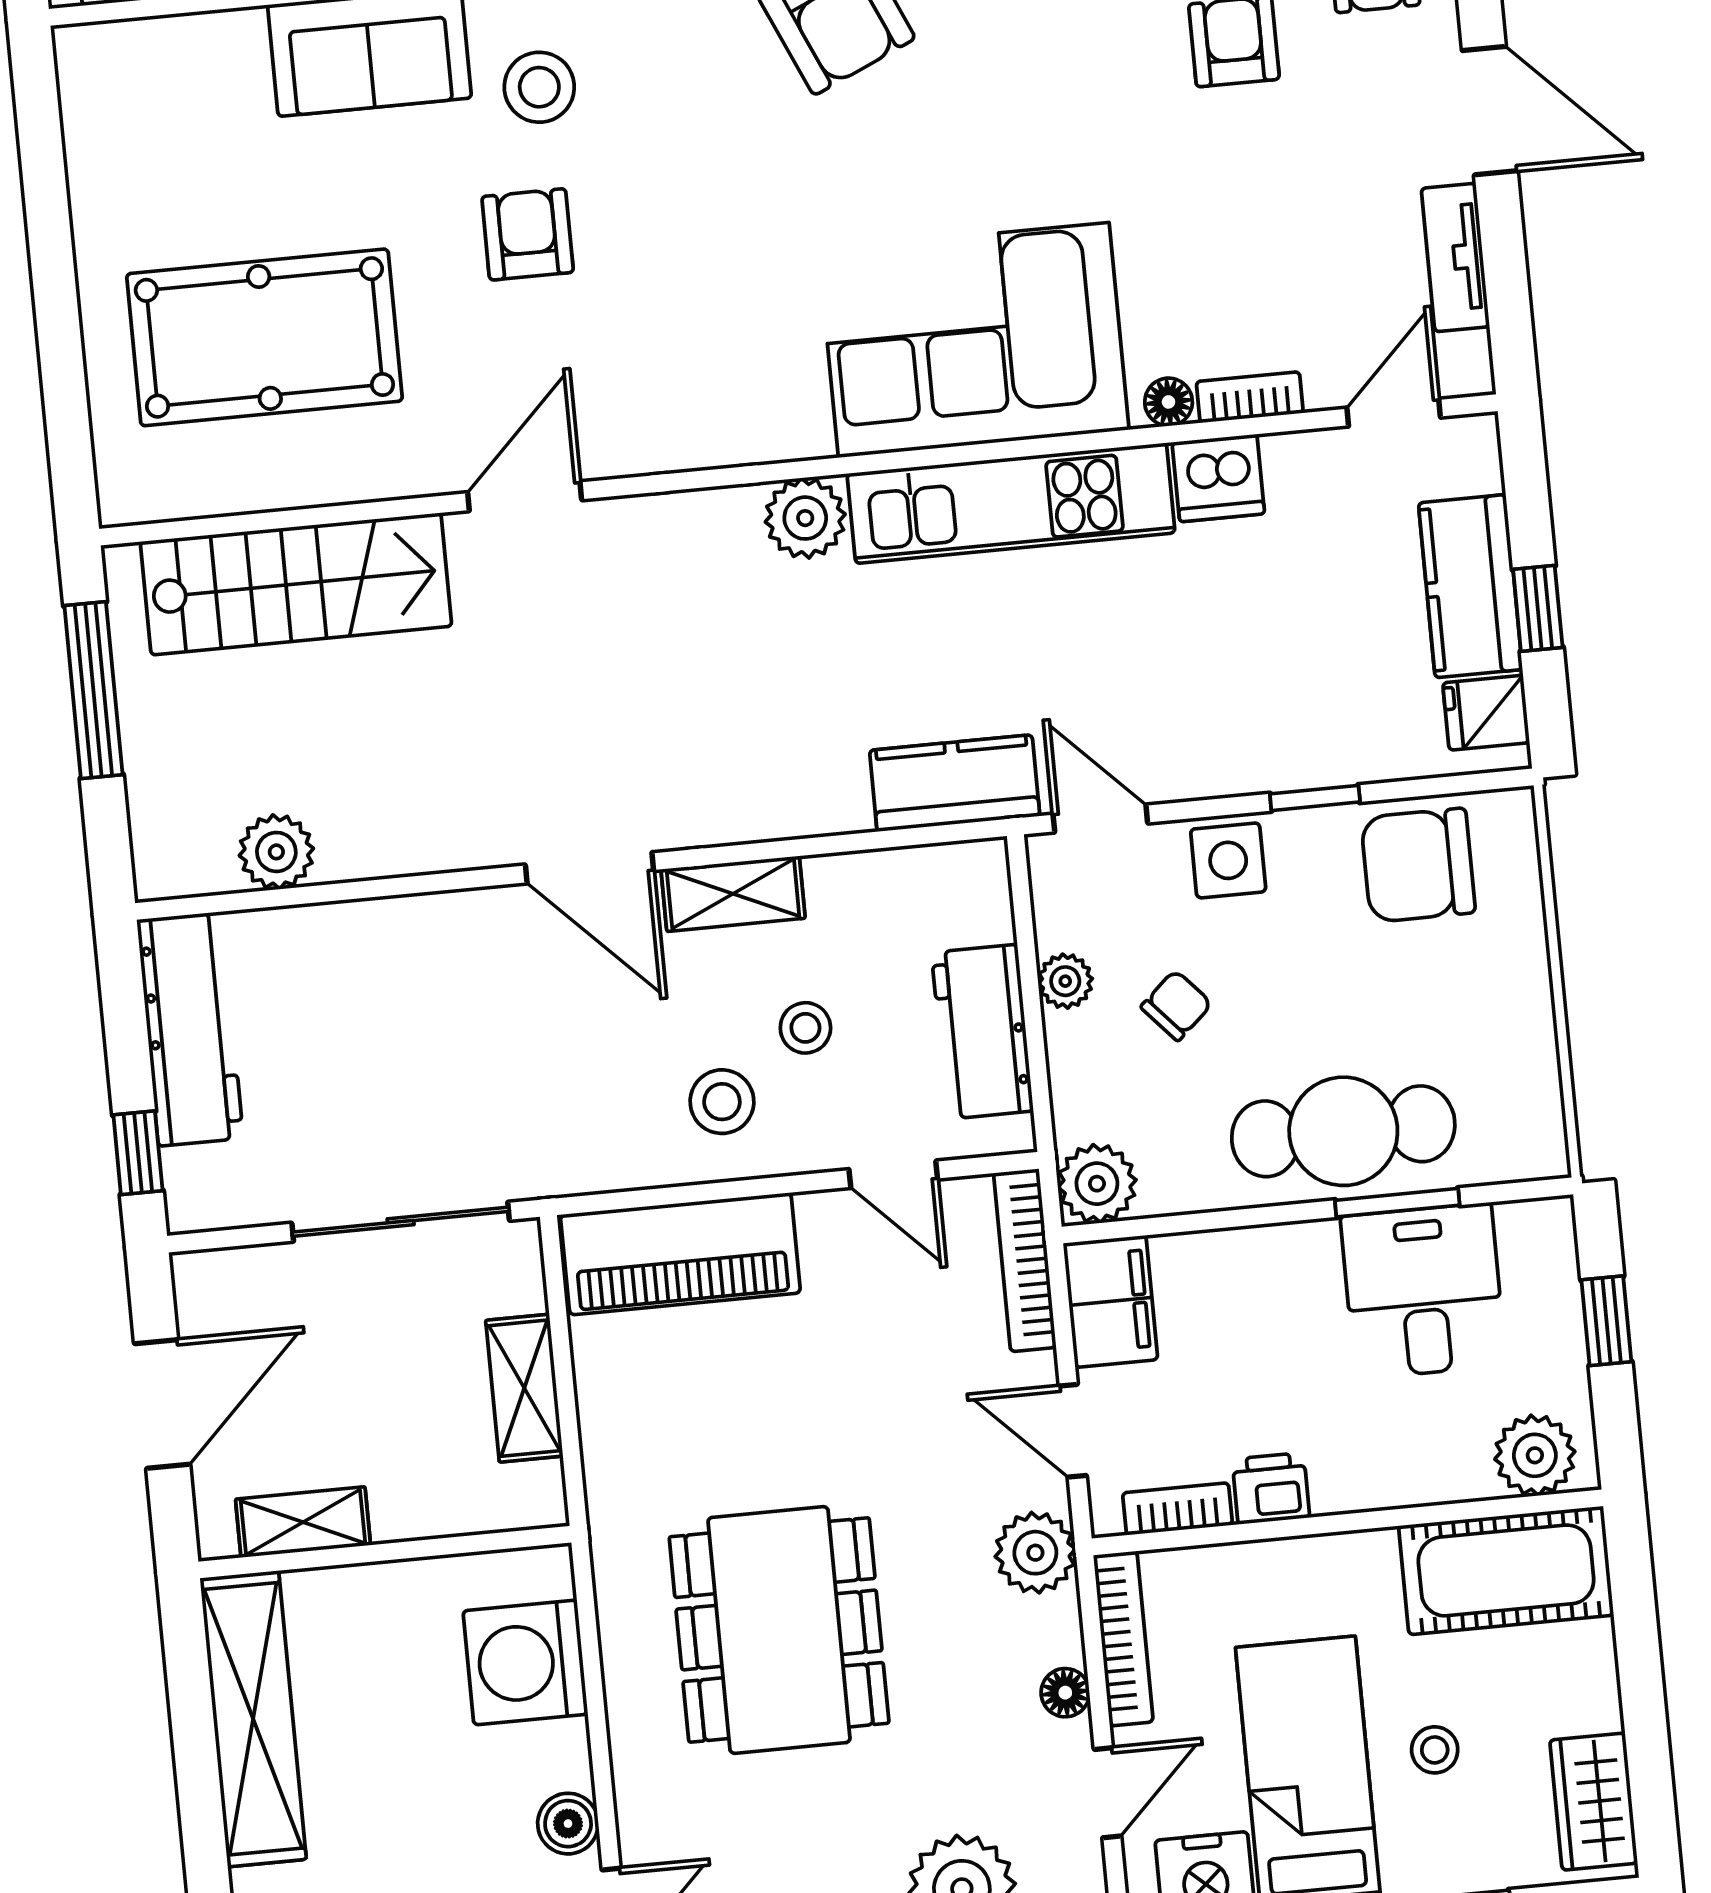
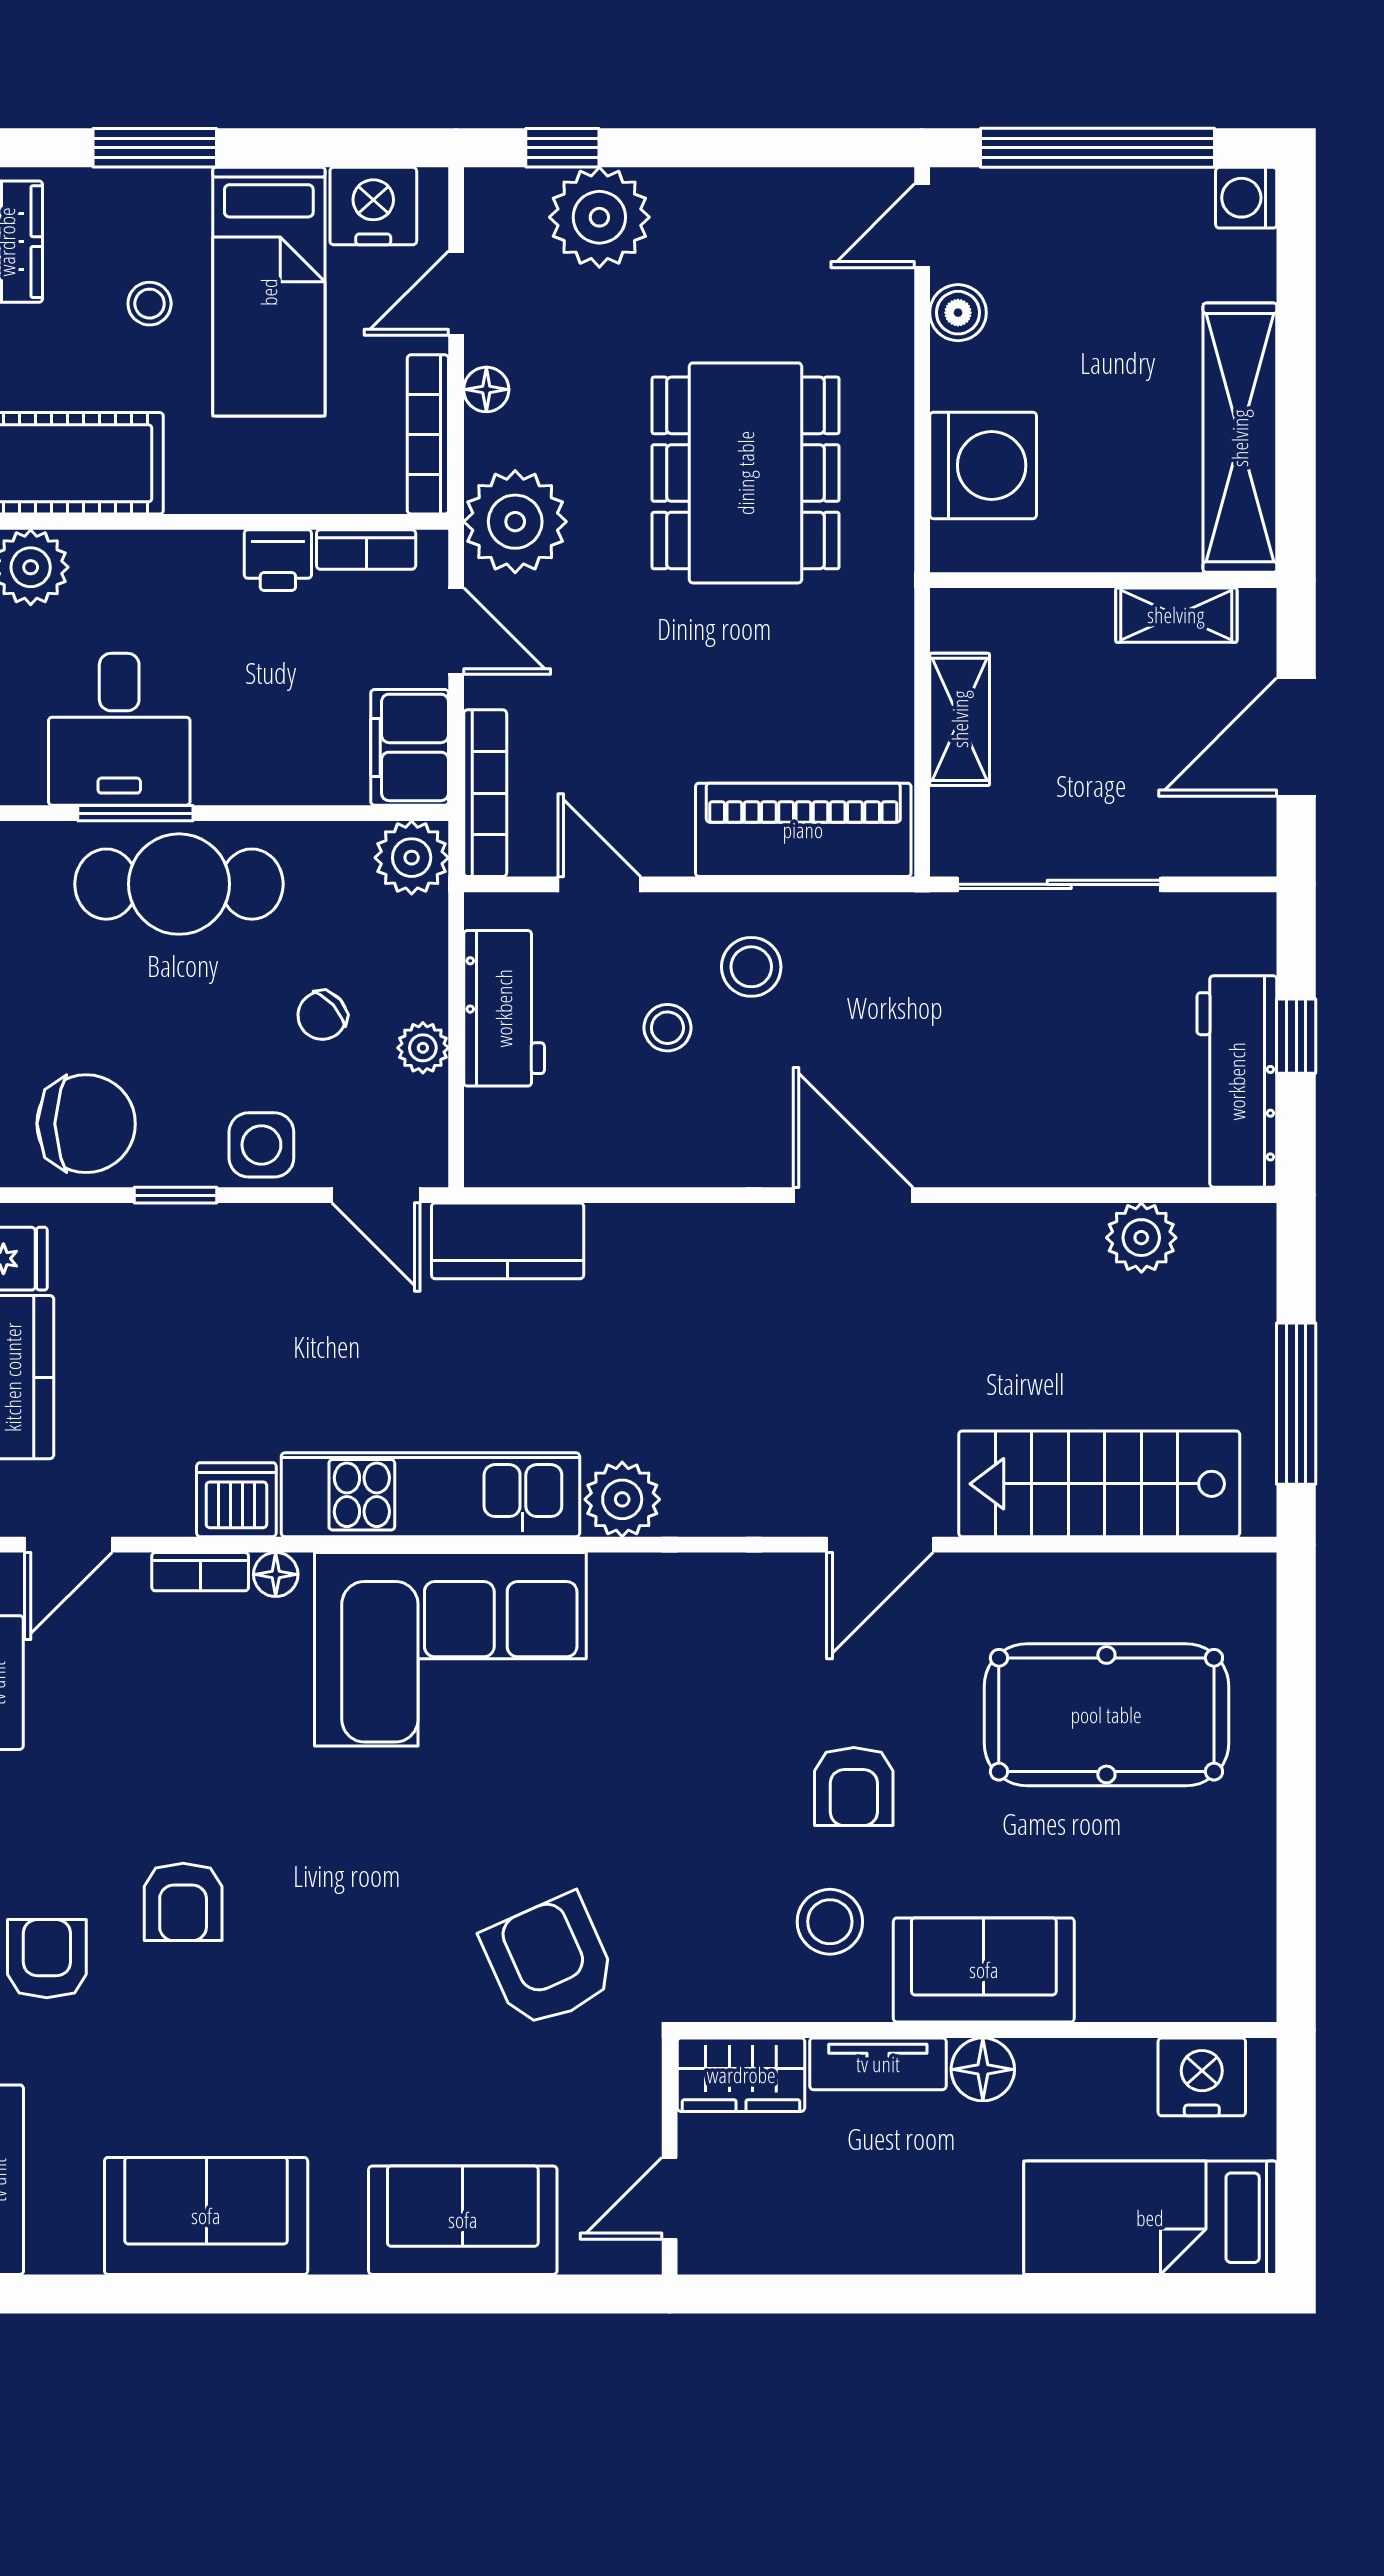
shelving: (733, 894) -> (722, 1158), removed
window: (138, 1153) -> (1296, 1036), moved
plant: (1035, 1553) -> (515, 522), width x1.36, depth x1.36

